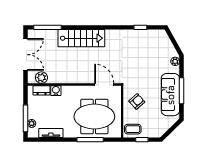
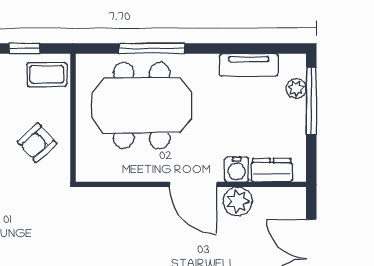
plant: (41, 78) -> (238, 201), moved
door: (104, 85) -> (193, 184), moved

